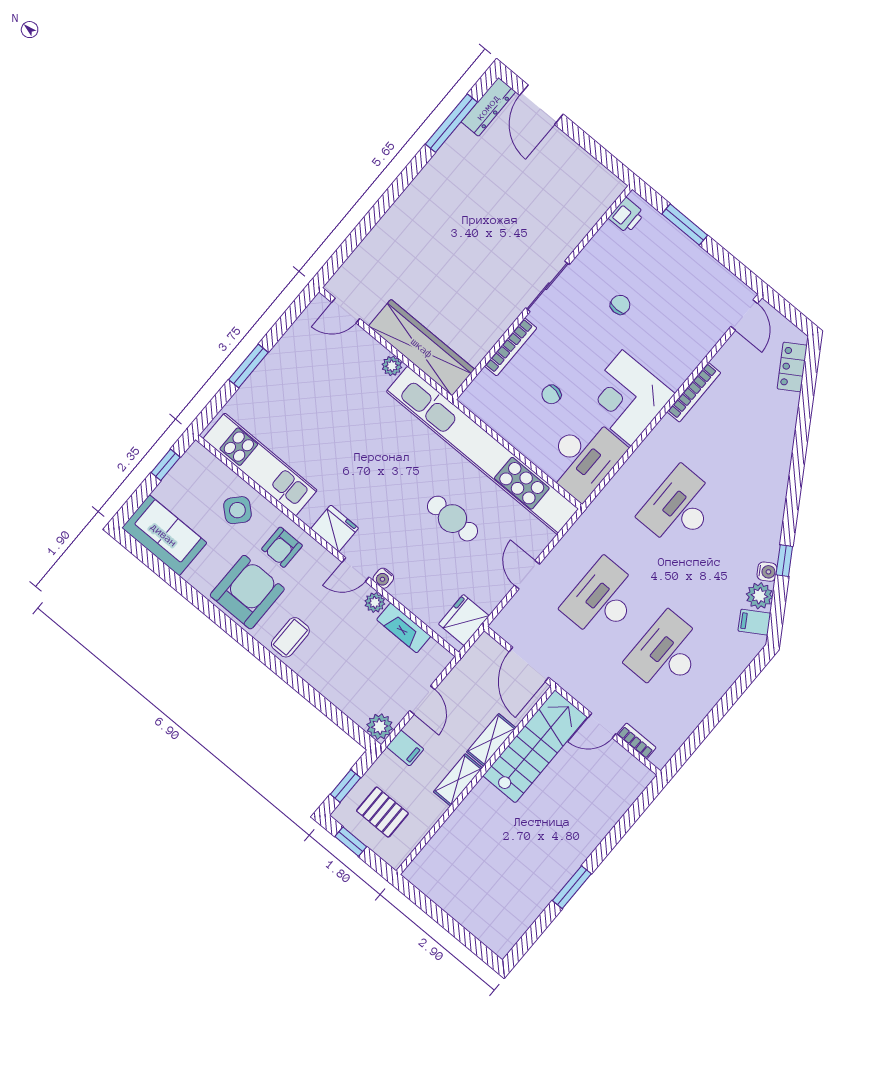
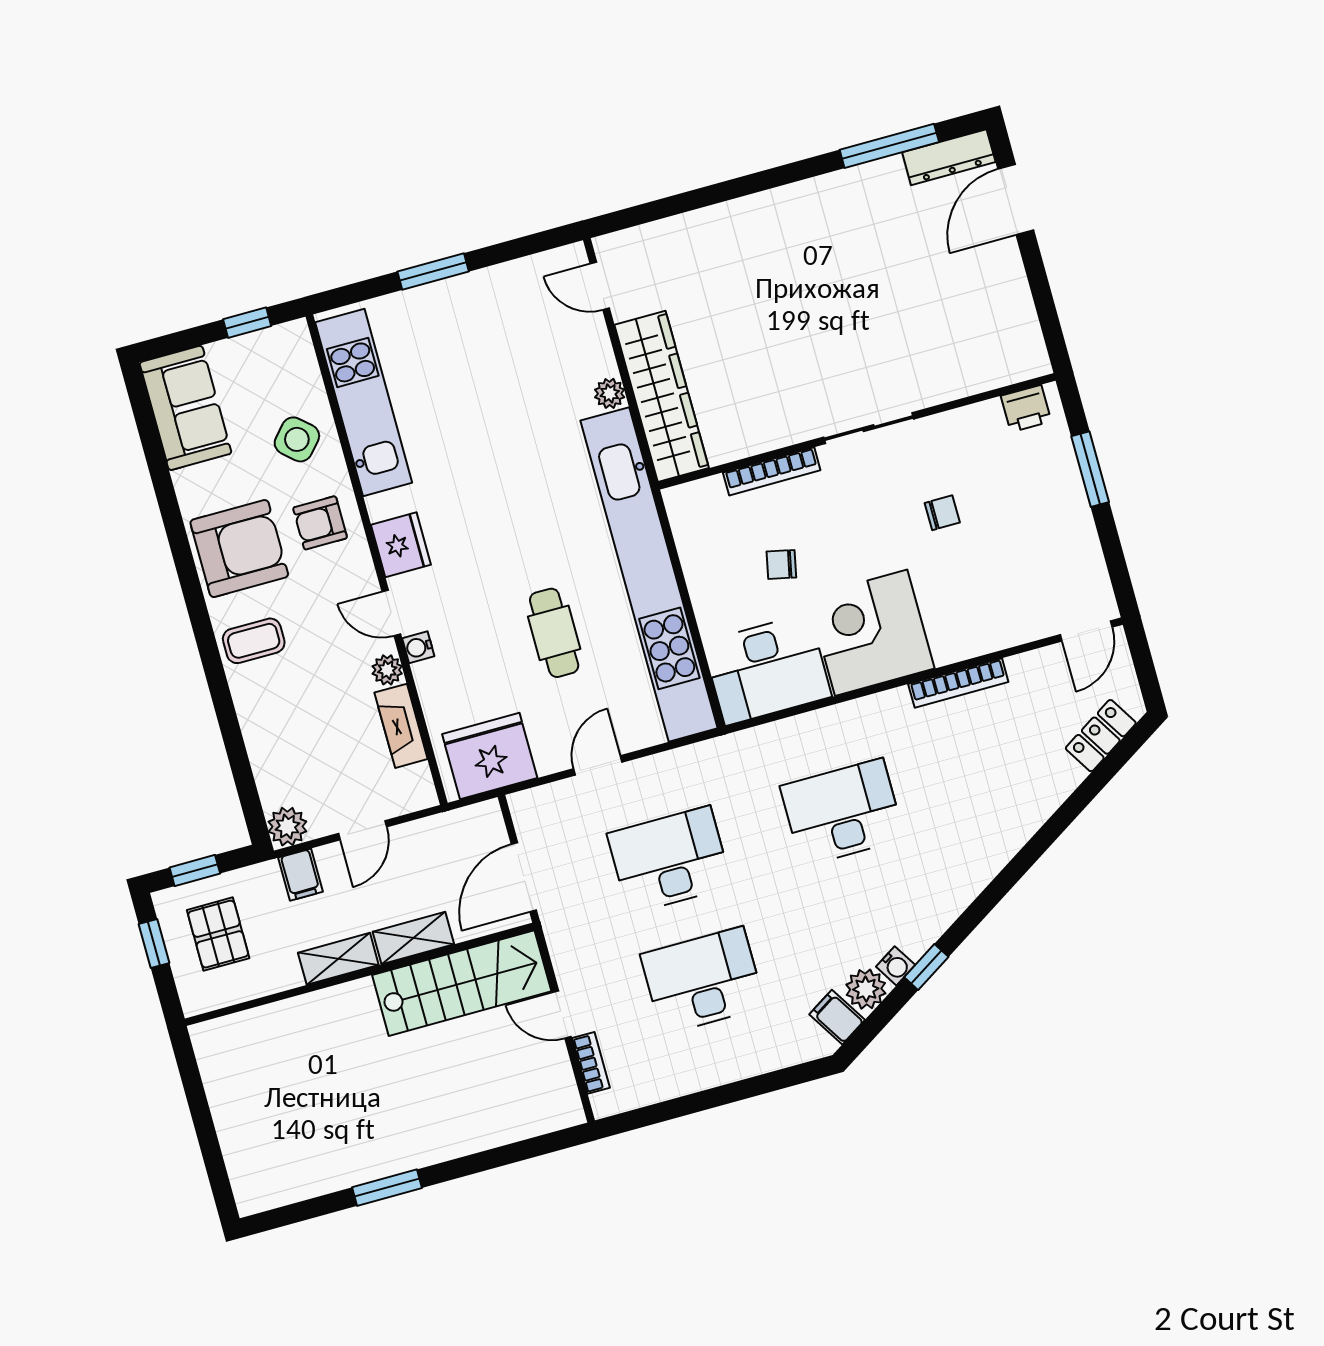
fridge: (464, 620) -> (490, 756), width x1.36, depth x1.34

